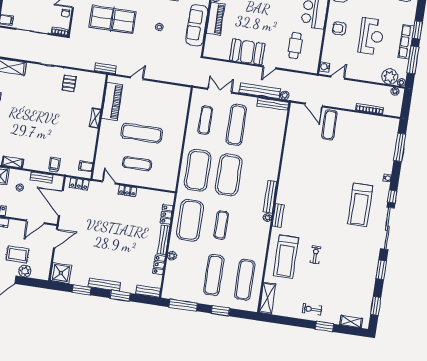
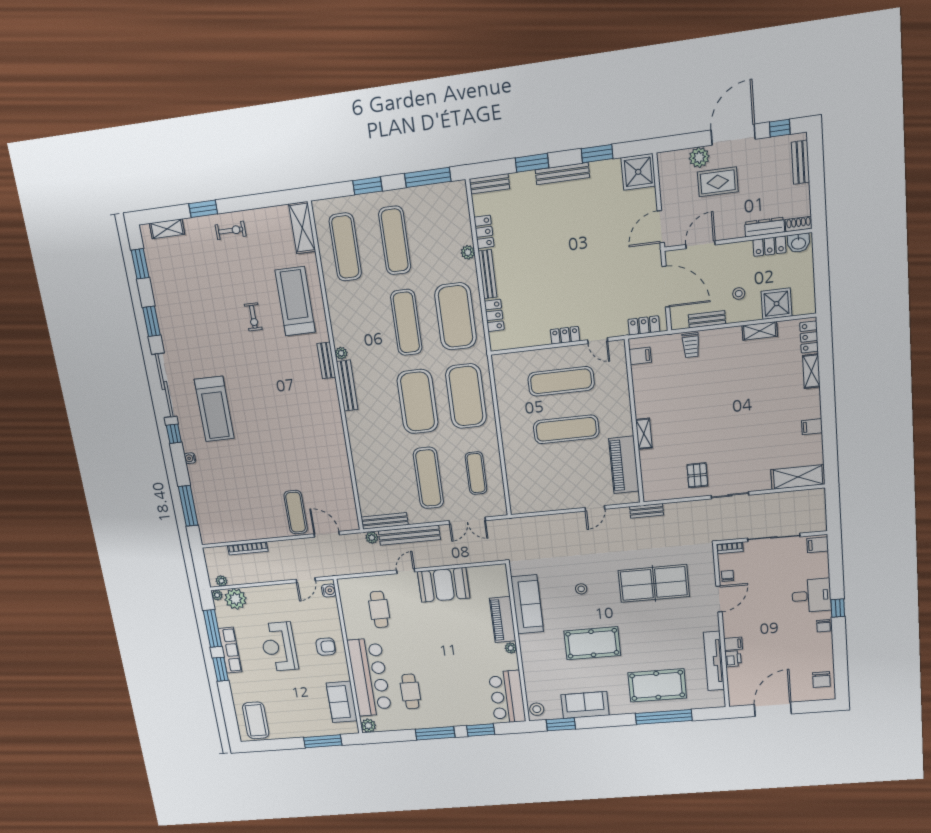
exercise mat: (137, 164) -> (561, 381), width x1.36, depth x1.45
treadmill: (360, 205) -> (214, 409), turned 180
exercise mat: (221, 225) -> (406, 322), width x1.36, depth x1.45

